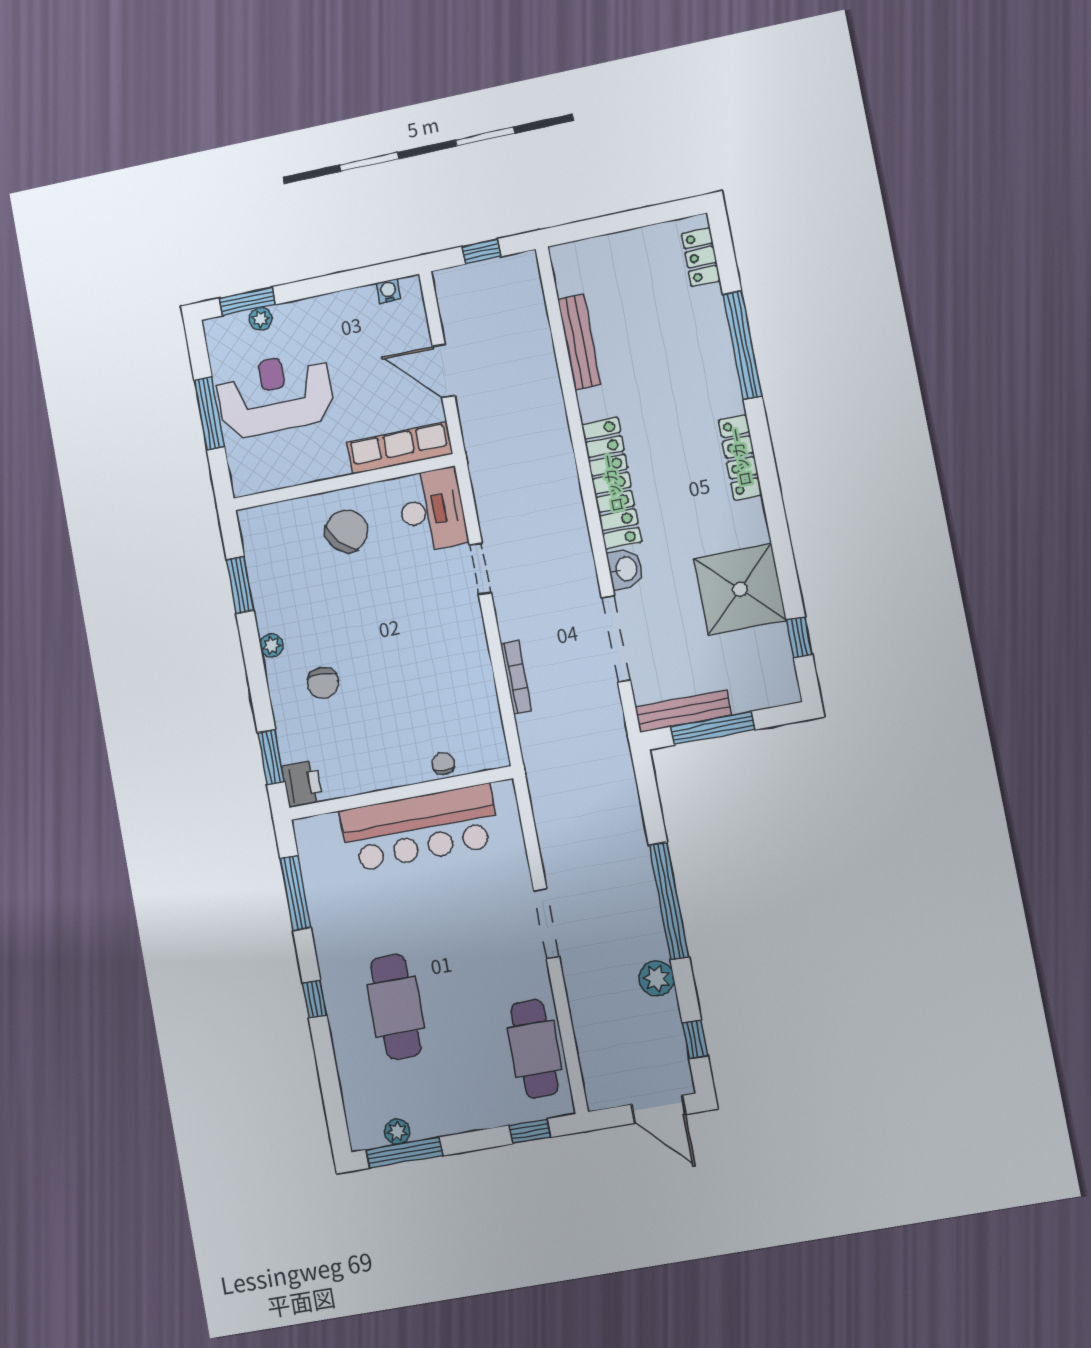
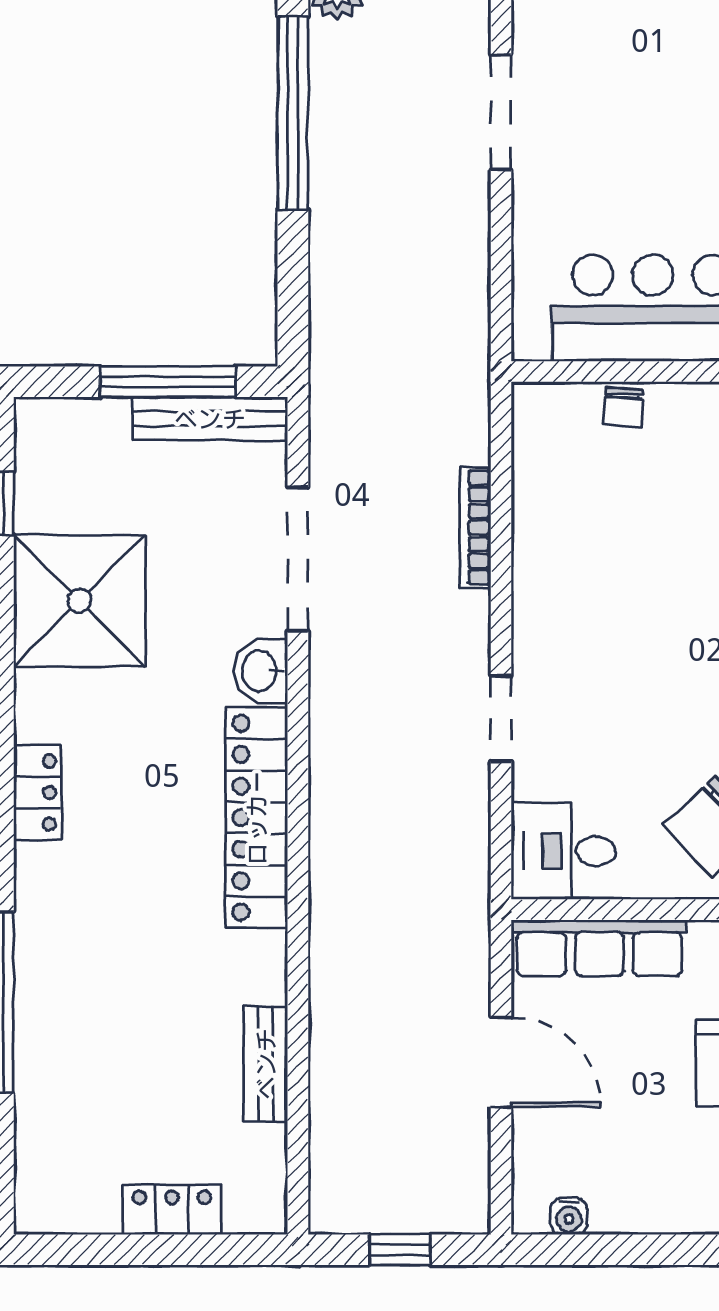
locker: (701, 257) -> (172, 1210), moved, turned -90
bench: (579, 342) -> (266, 1064), width x0.73
locker: (740, 457) -> (38, 793), width x0.66
desk: (432, 510) -> (563, 851), width x0.73

